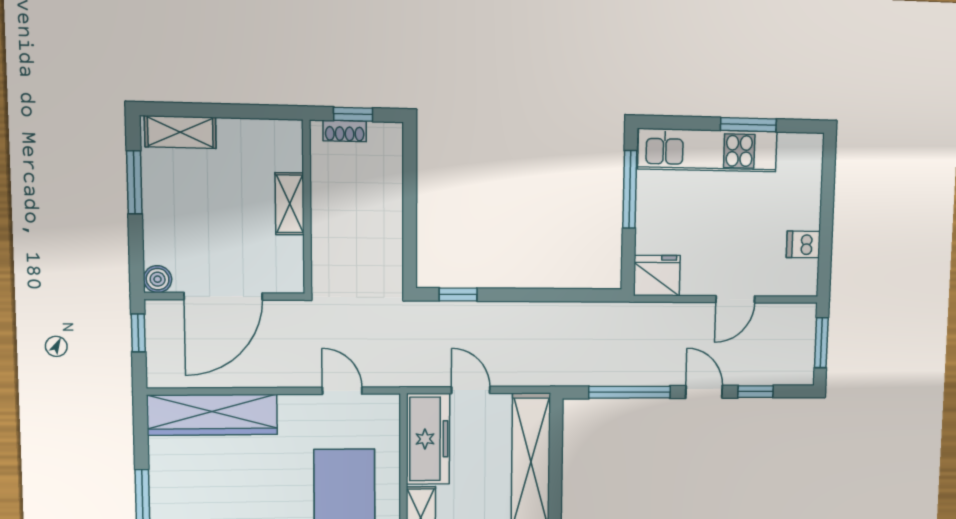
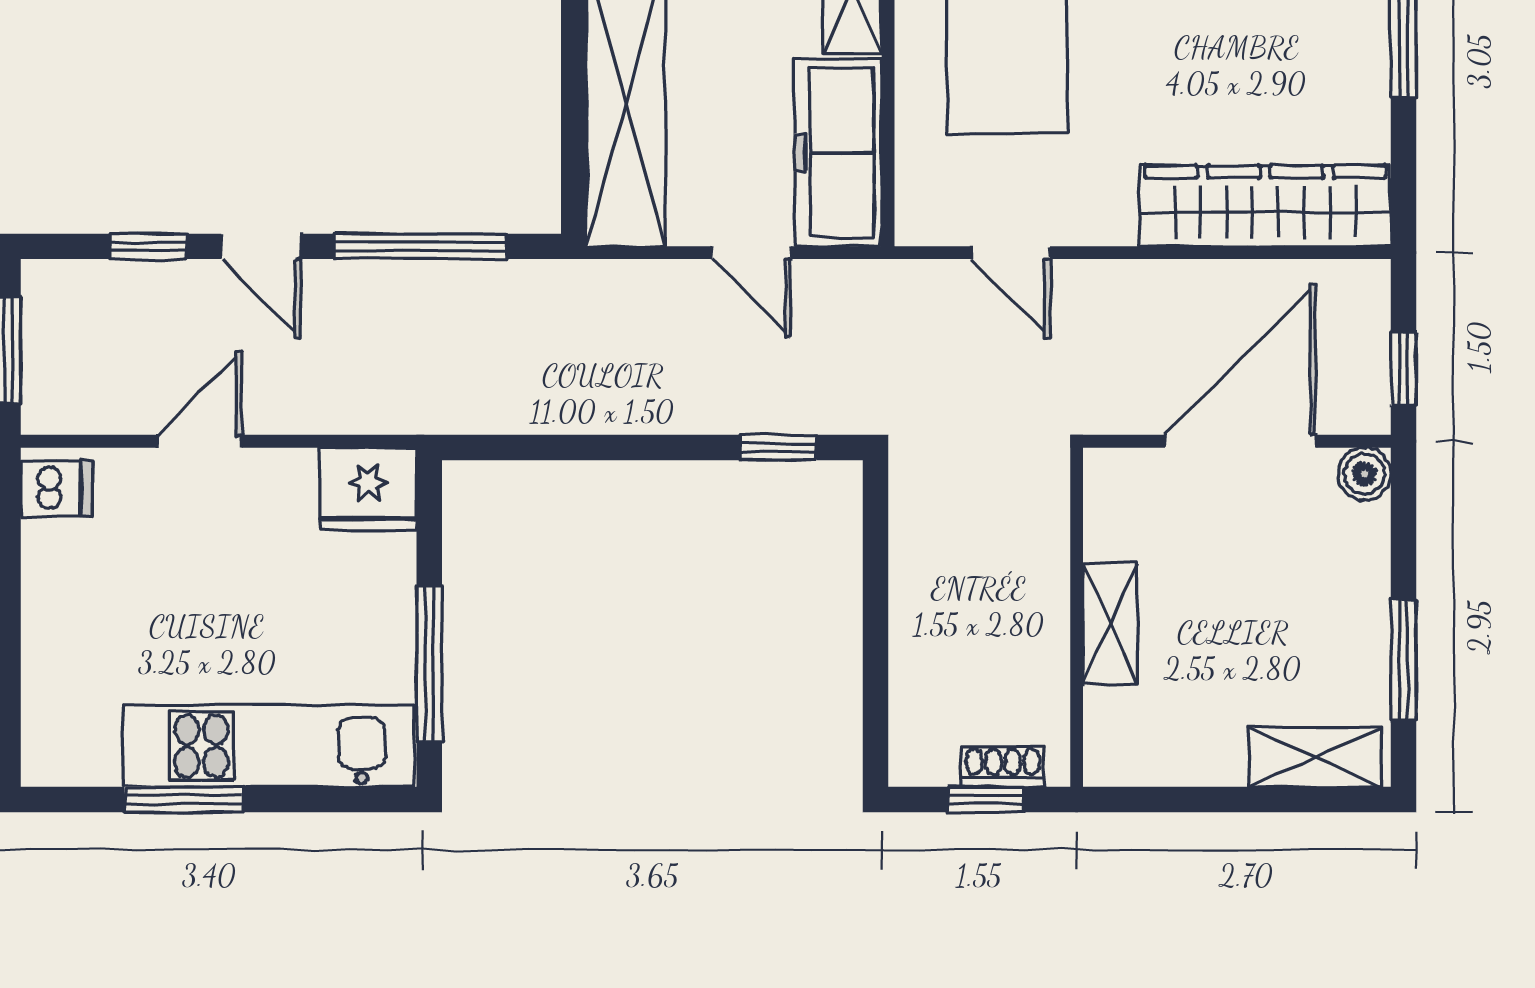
dishwasher: (803, 244) -> (56, 488), moved

